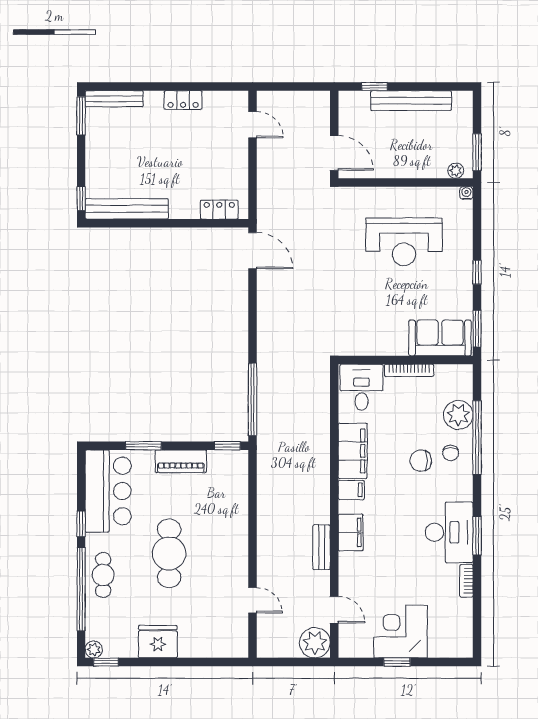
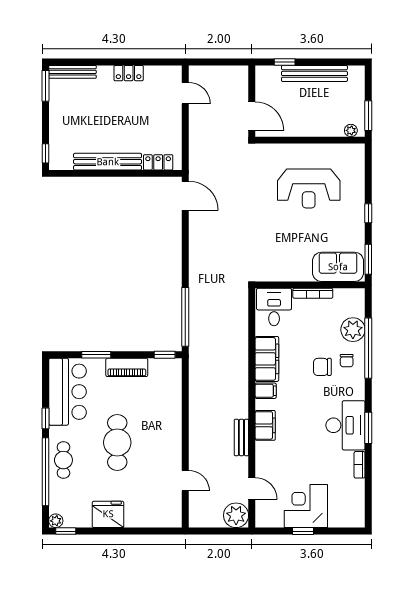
water cooler: (466, 193) -> (360, 149), removed
bench: (127, 209) -> (108, 162), moved

